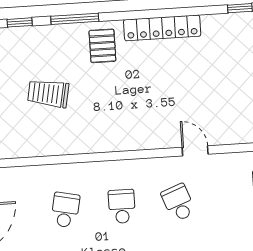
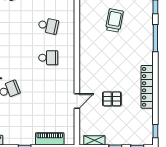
pallet: (102, 46) -> (112, 99), moved
school desk: (178, 203) -> (48, 90), removed

